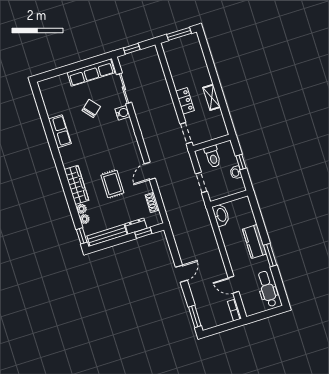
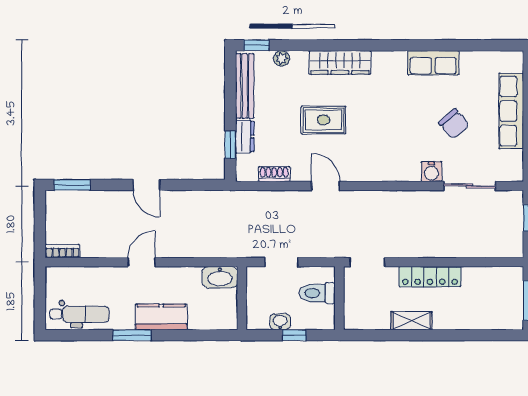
row of seats: (91, 73) -> (511, 111), moved
locker: (185, 101) -> (430, 277), width x1.53
plant: (82, 209) -> (299, 59), removed
door: (233, 285) -> (142, 262), moved

